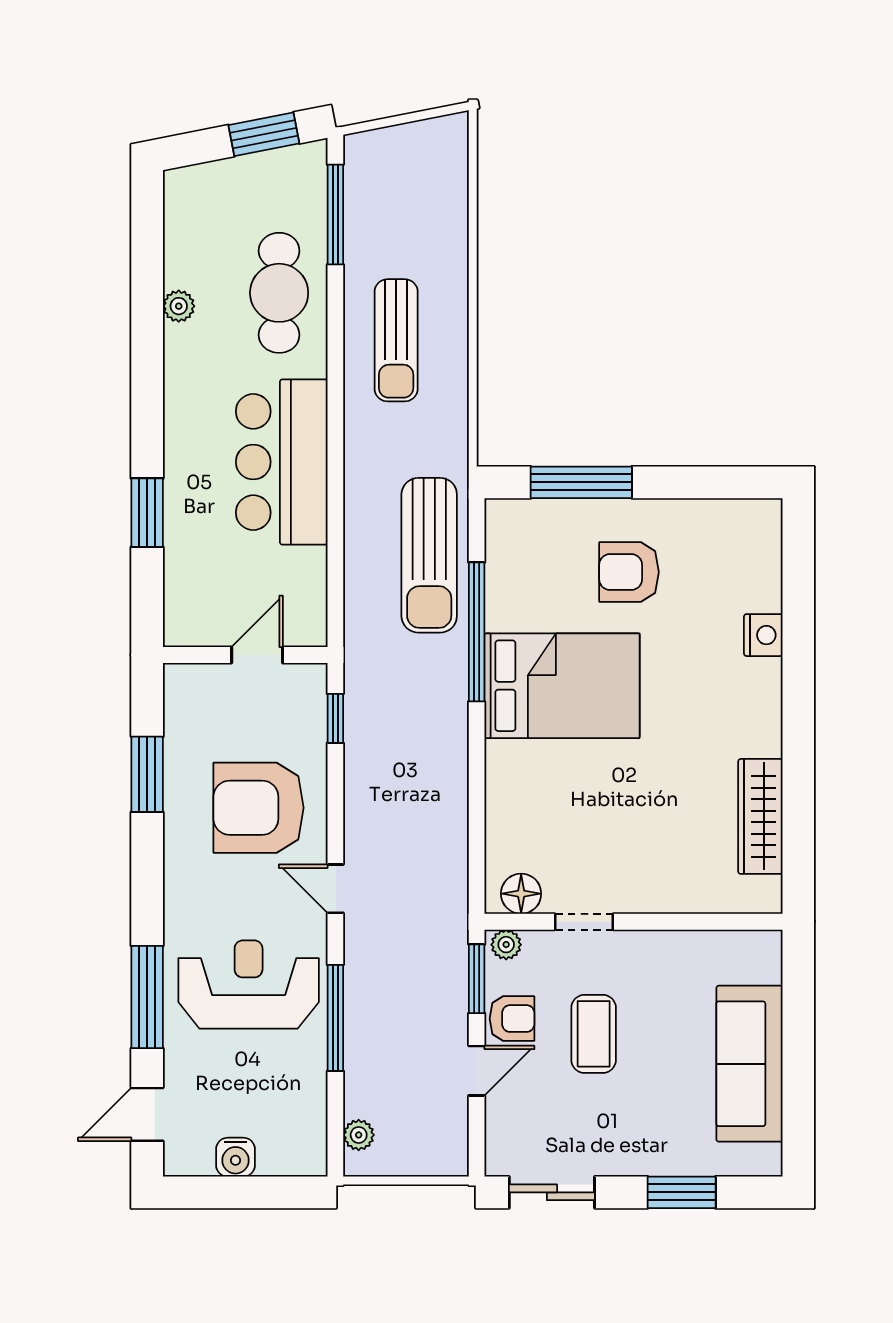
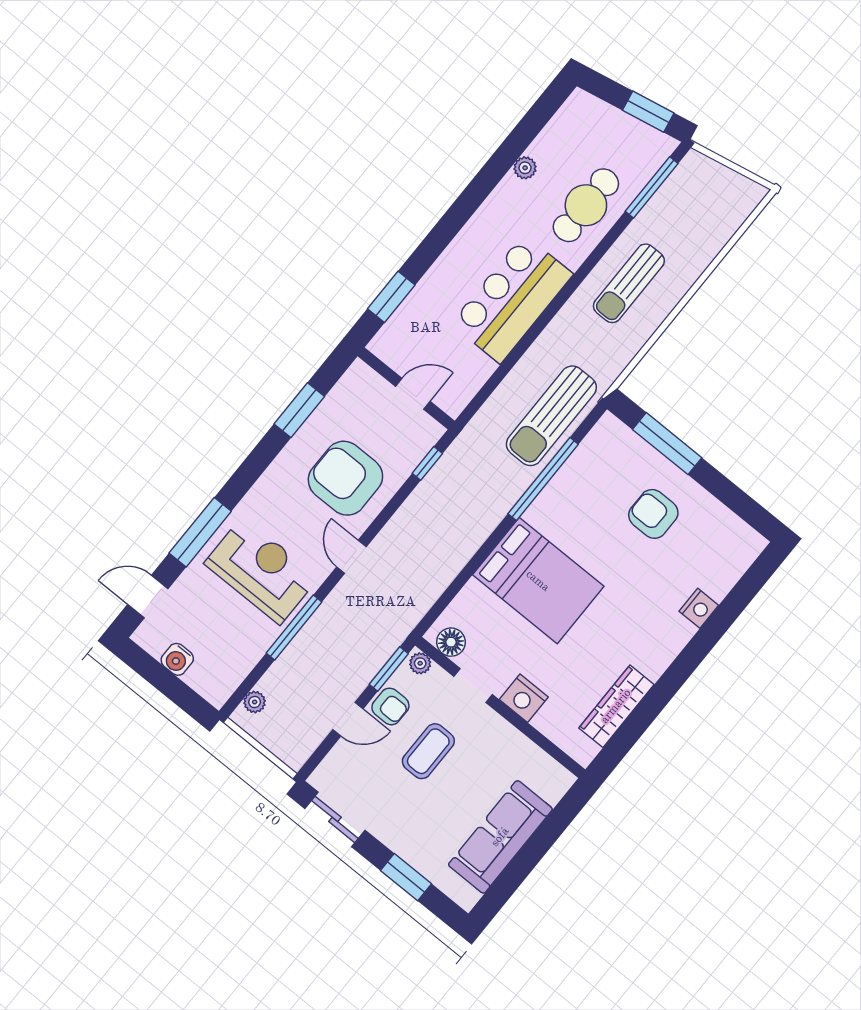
window: (147, 513) -> (391, 297), moved
bed: (562, 686) -> (538, 581), moved
nightstand: (651, 890) -> (524, 698), added

